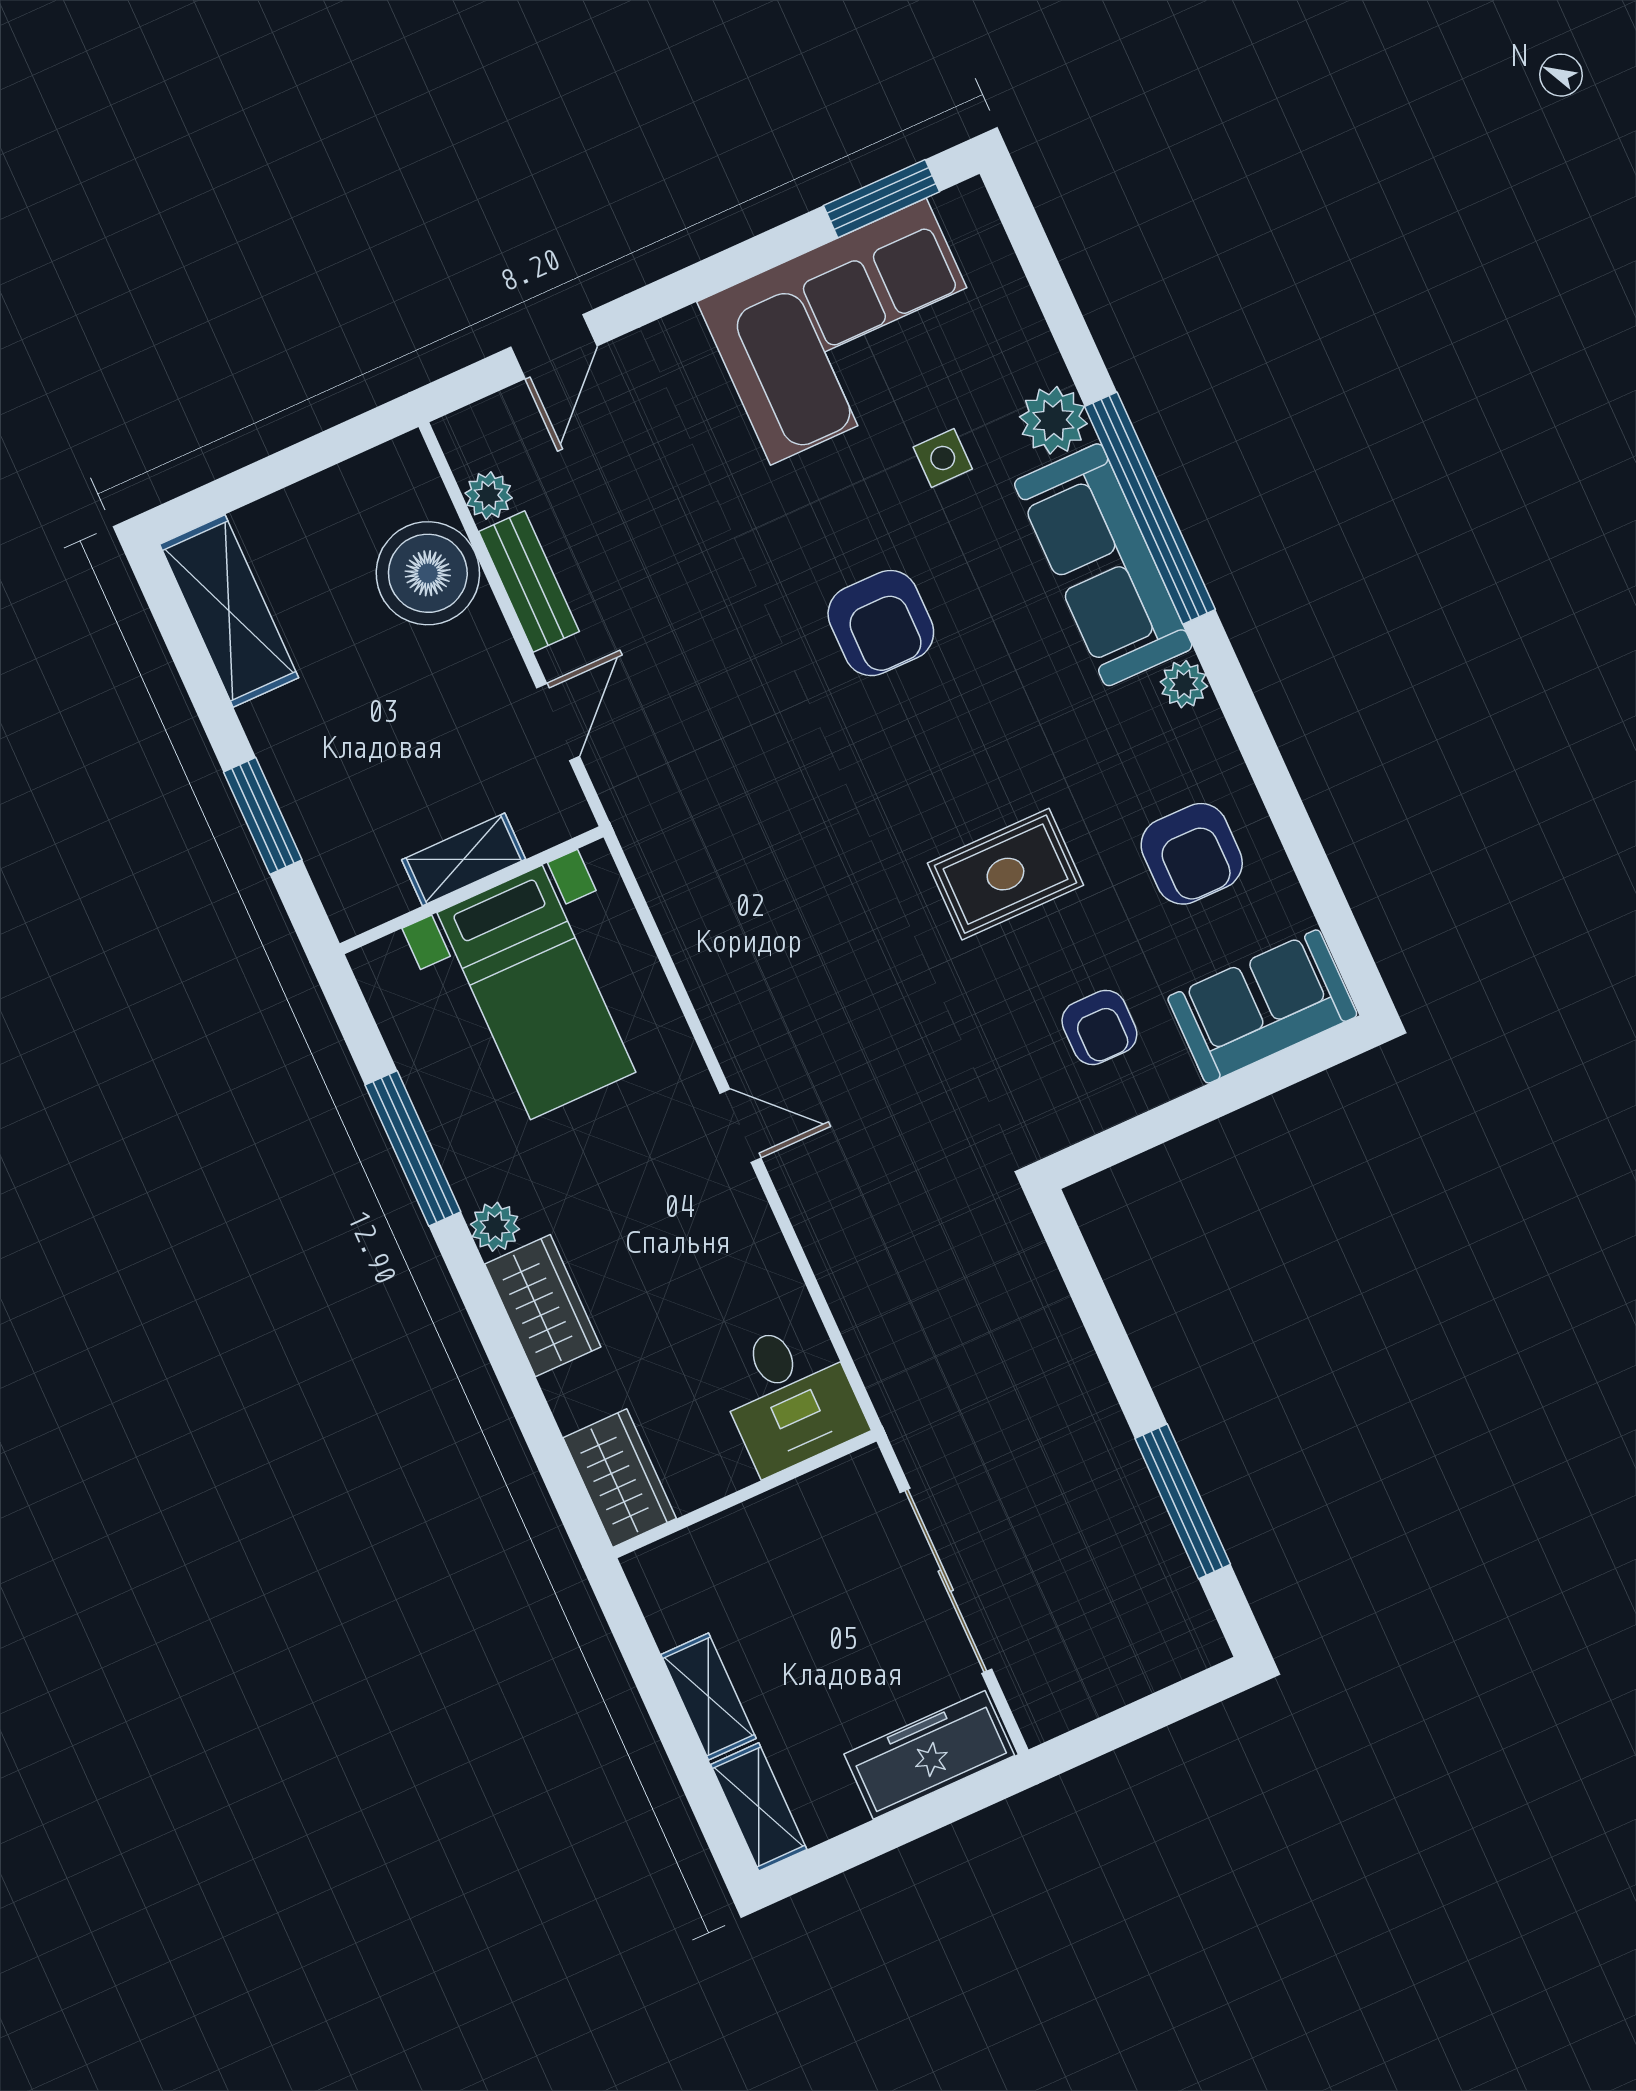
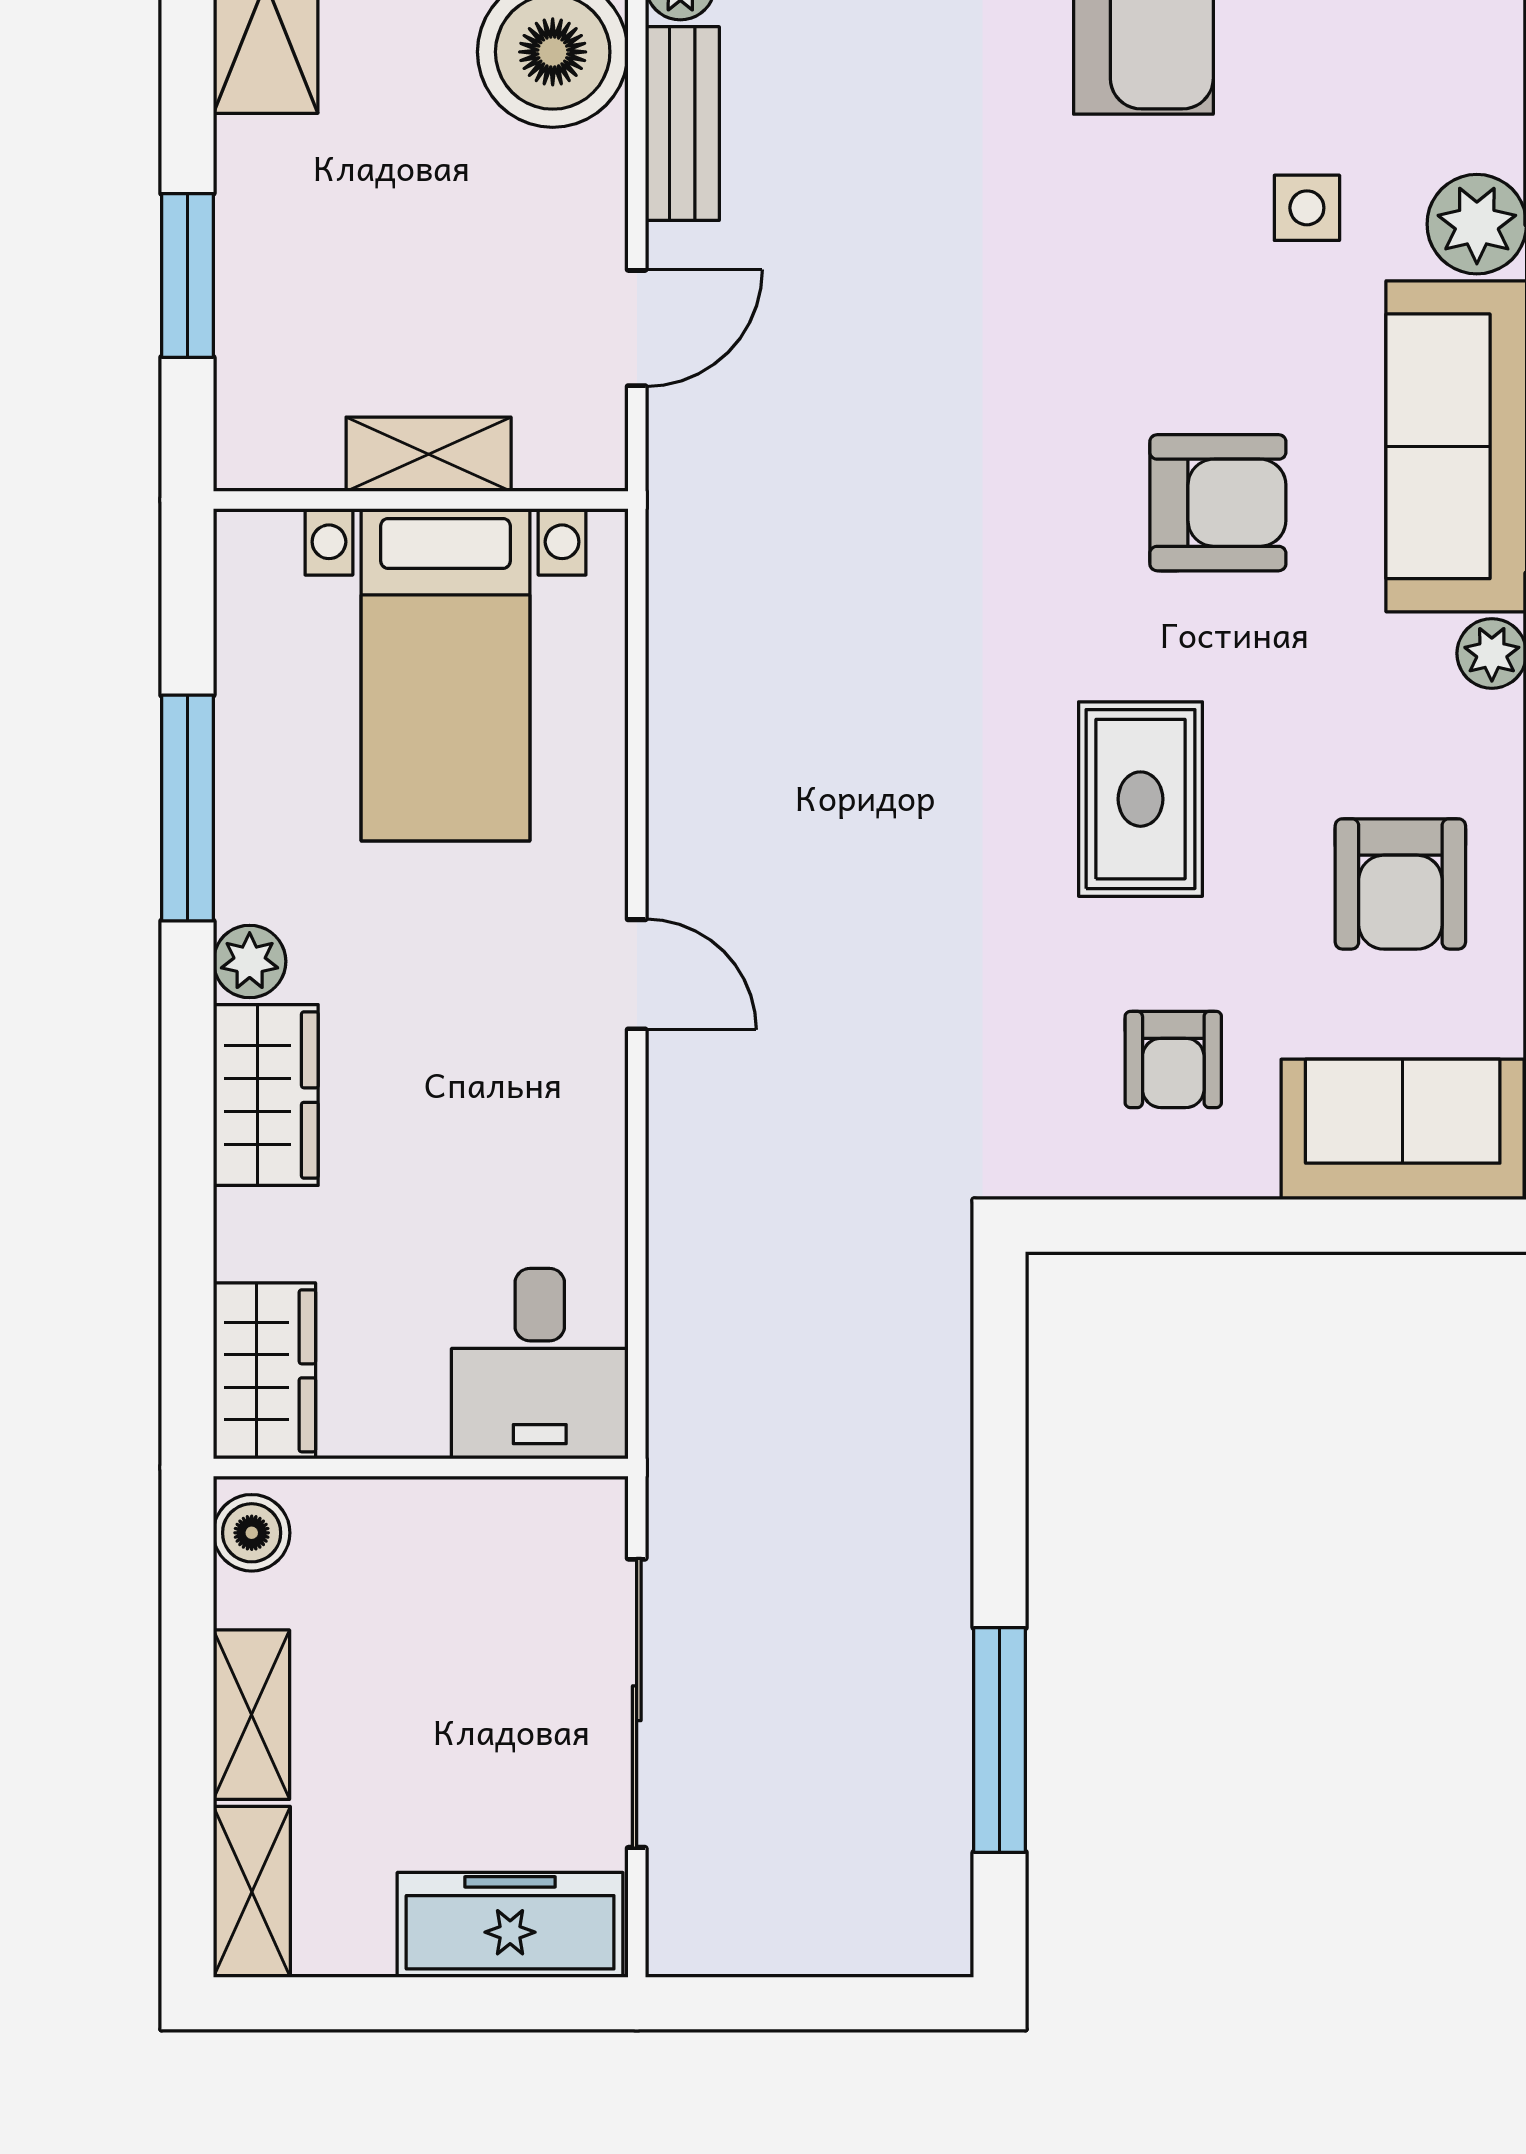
armchair: (881, 623) -> (1218, 503), moved, turned -90
rug: (1005, 874) -> (1140, 799), turned 90
boiler: (657, 1583) -> (252, 1533), added

